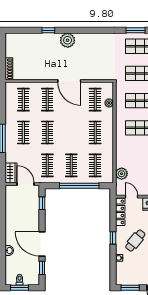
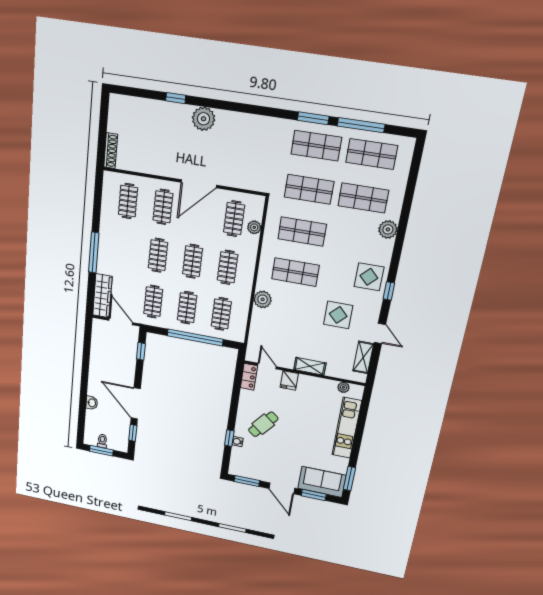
door: (69, 81) -> (199, 184), hinge flipped
clothes rail: (23, 132) -> (193, 261), moved
wardrobe: (11, 173) -> (102, 296), width x1.50
plant: (122, 174) -> (263, 299), moved
locker: (120, 212) -> (249, 377), width x0.66
window: (113, 238) -> (229, 438), moved

